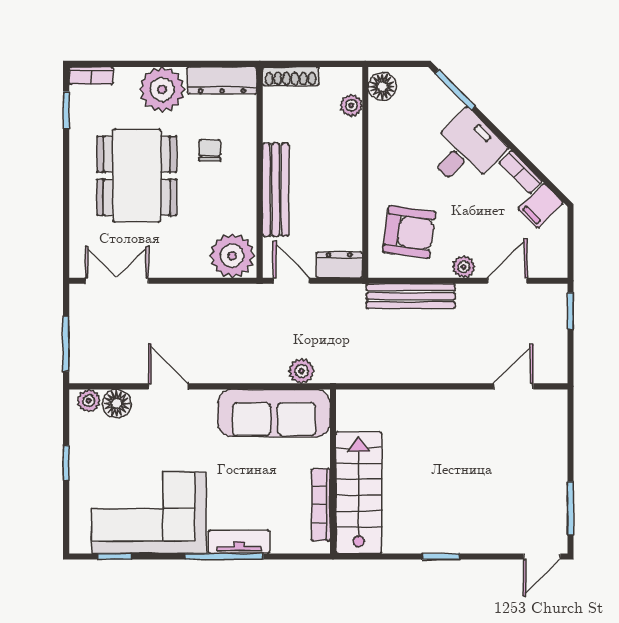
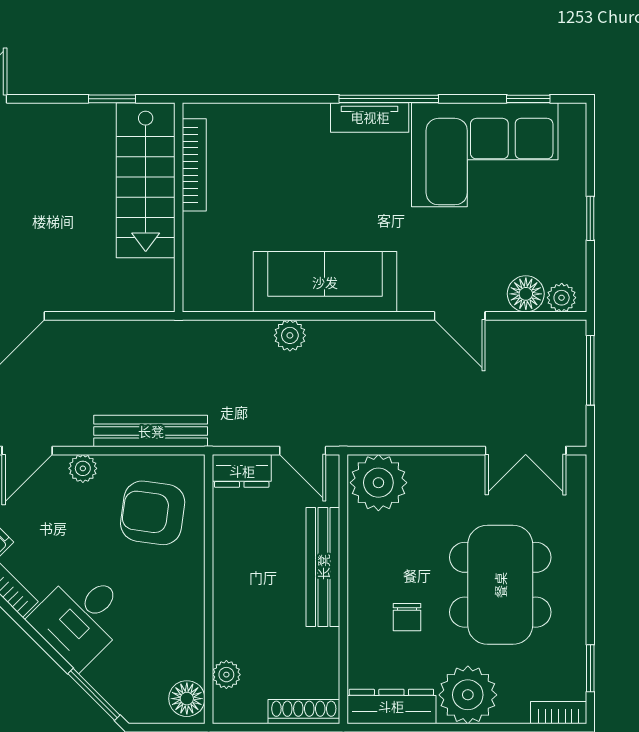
wall: (333, 471) -> (179, 207), moved
stairs: (359, 493) -> (146, 180), moved
bookcase: (321, 505) -> (194, 165), moved

